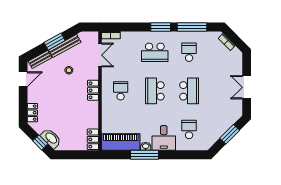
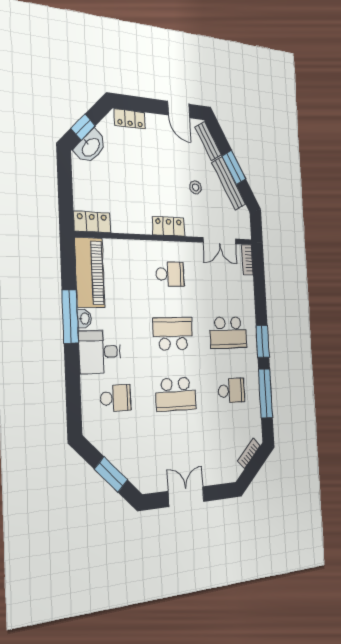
school desk: (155, 52) -> (228, 333), turned -90

